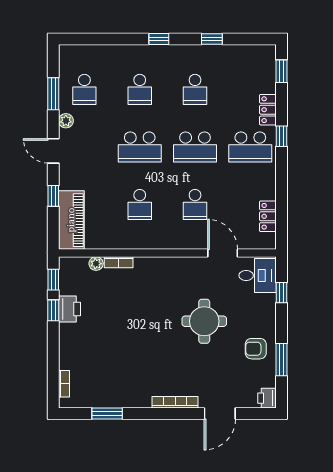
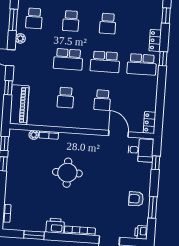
locker: (268, 216) -> (149, 123), moved
printer: (69, 309) -> (55, 226), moved, turned -90
round table: (204, 321) -> (67, 173), moved

